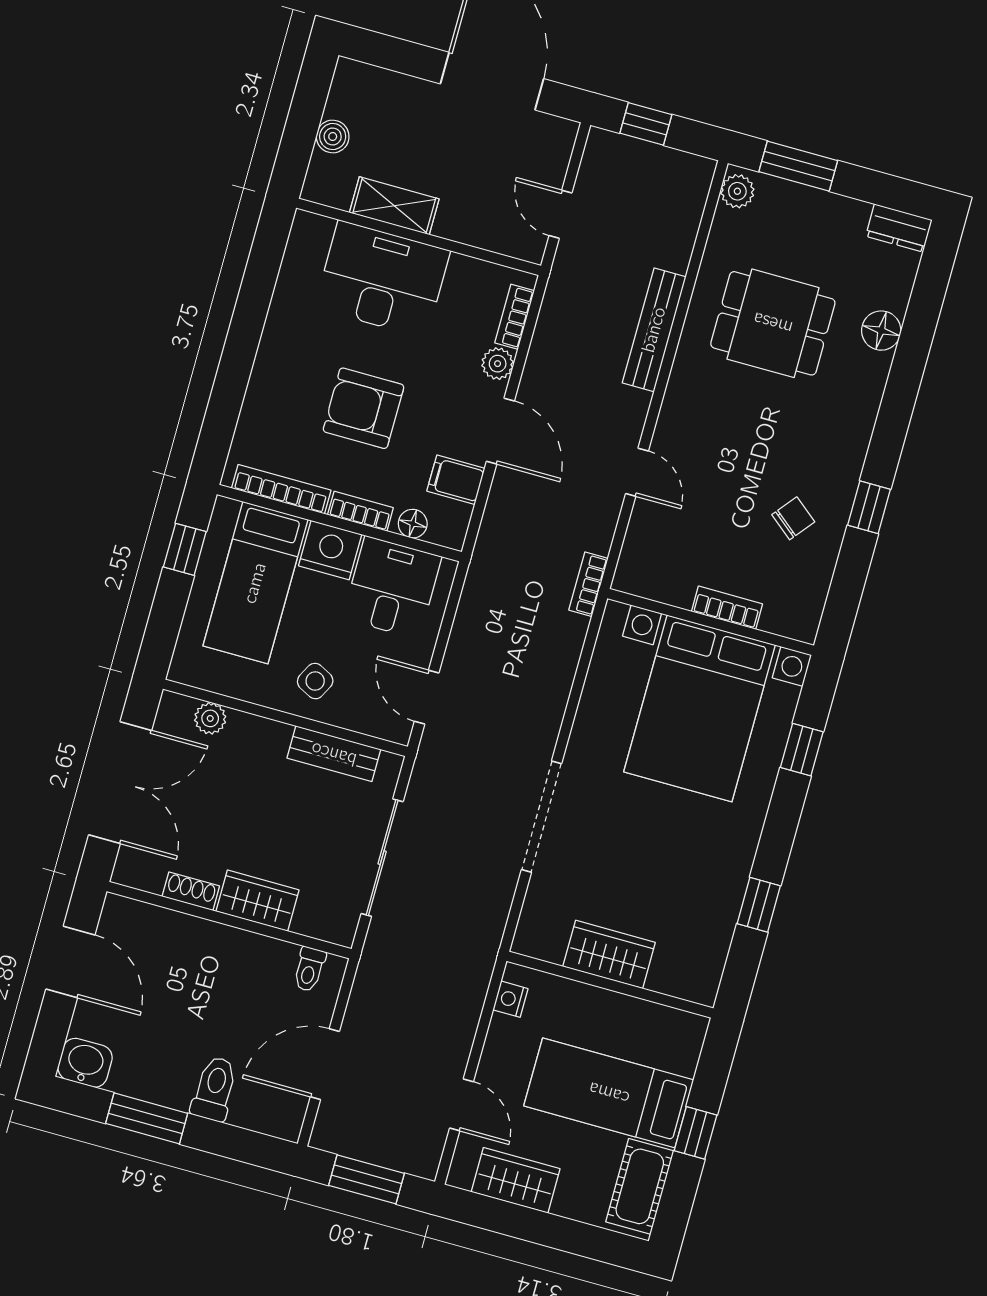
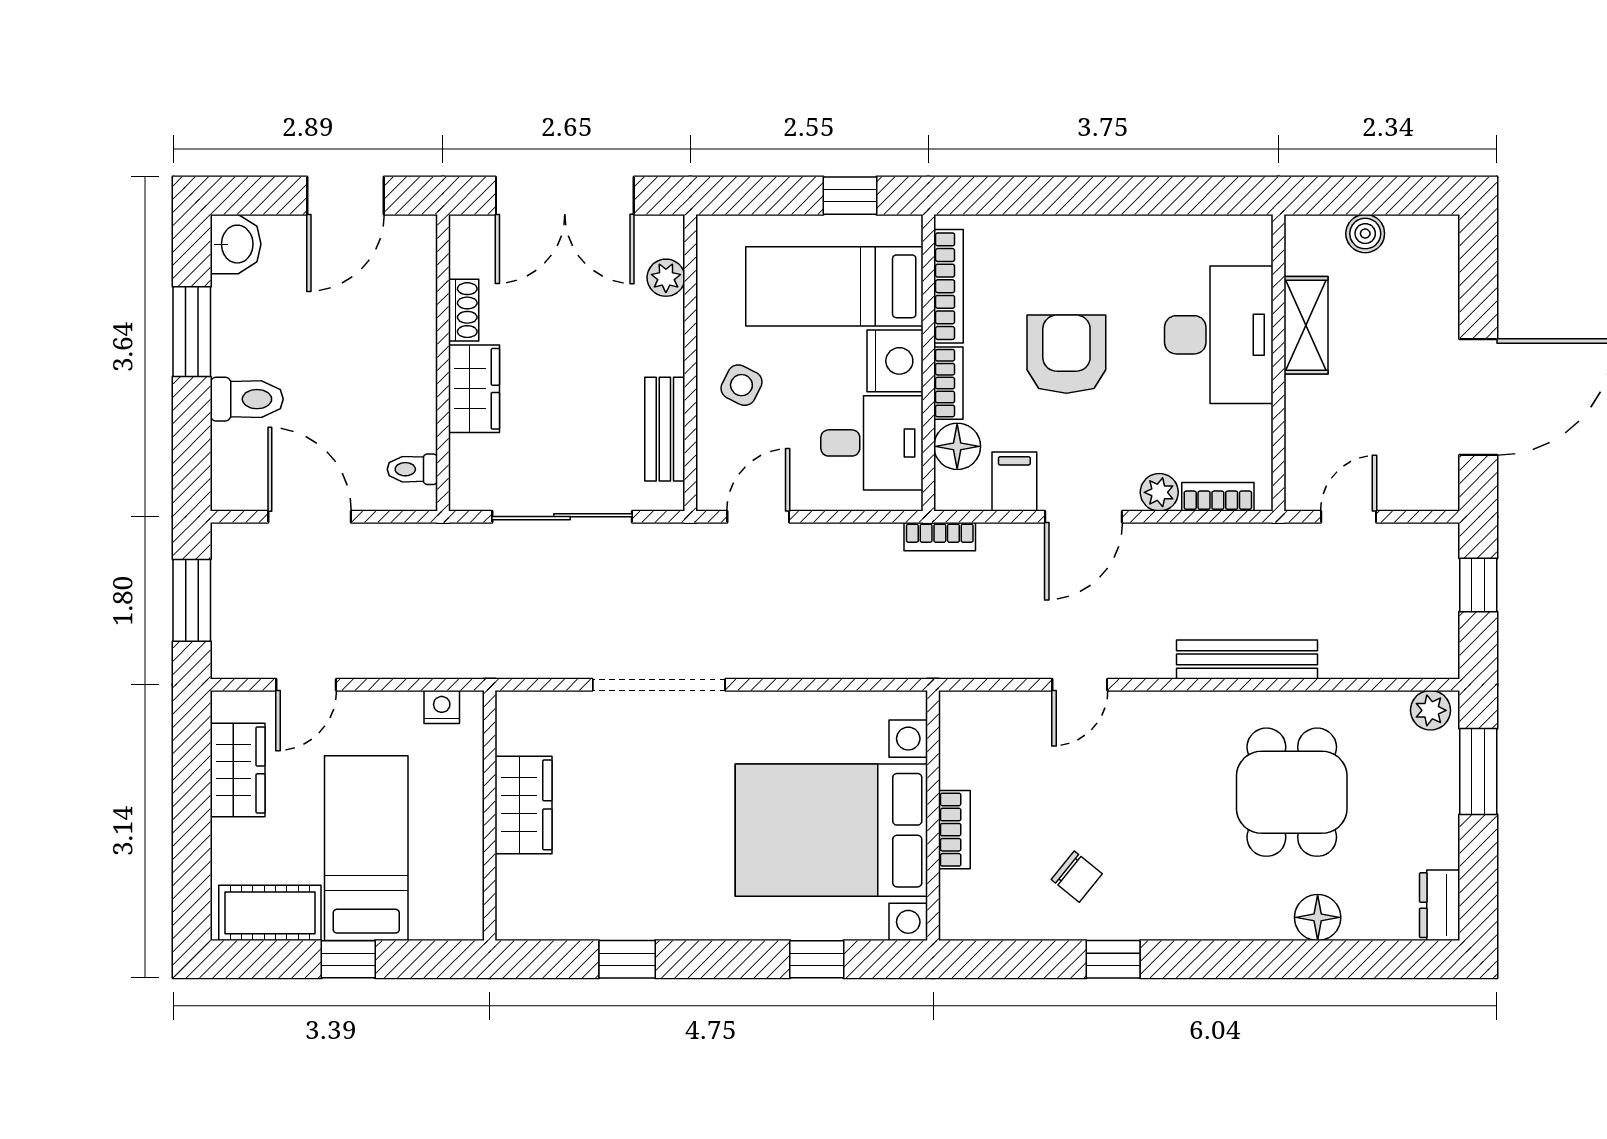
floor lamp: (413, 524) -> (957, 446), width x1.37, depth x1.37
bookcase: (588, 584) -> (940, 537), moved, turned 180

